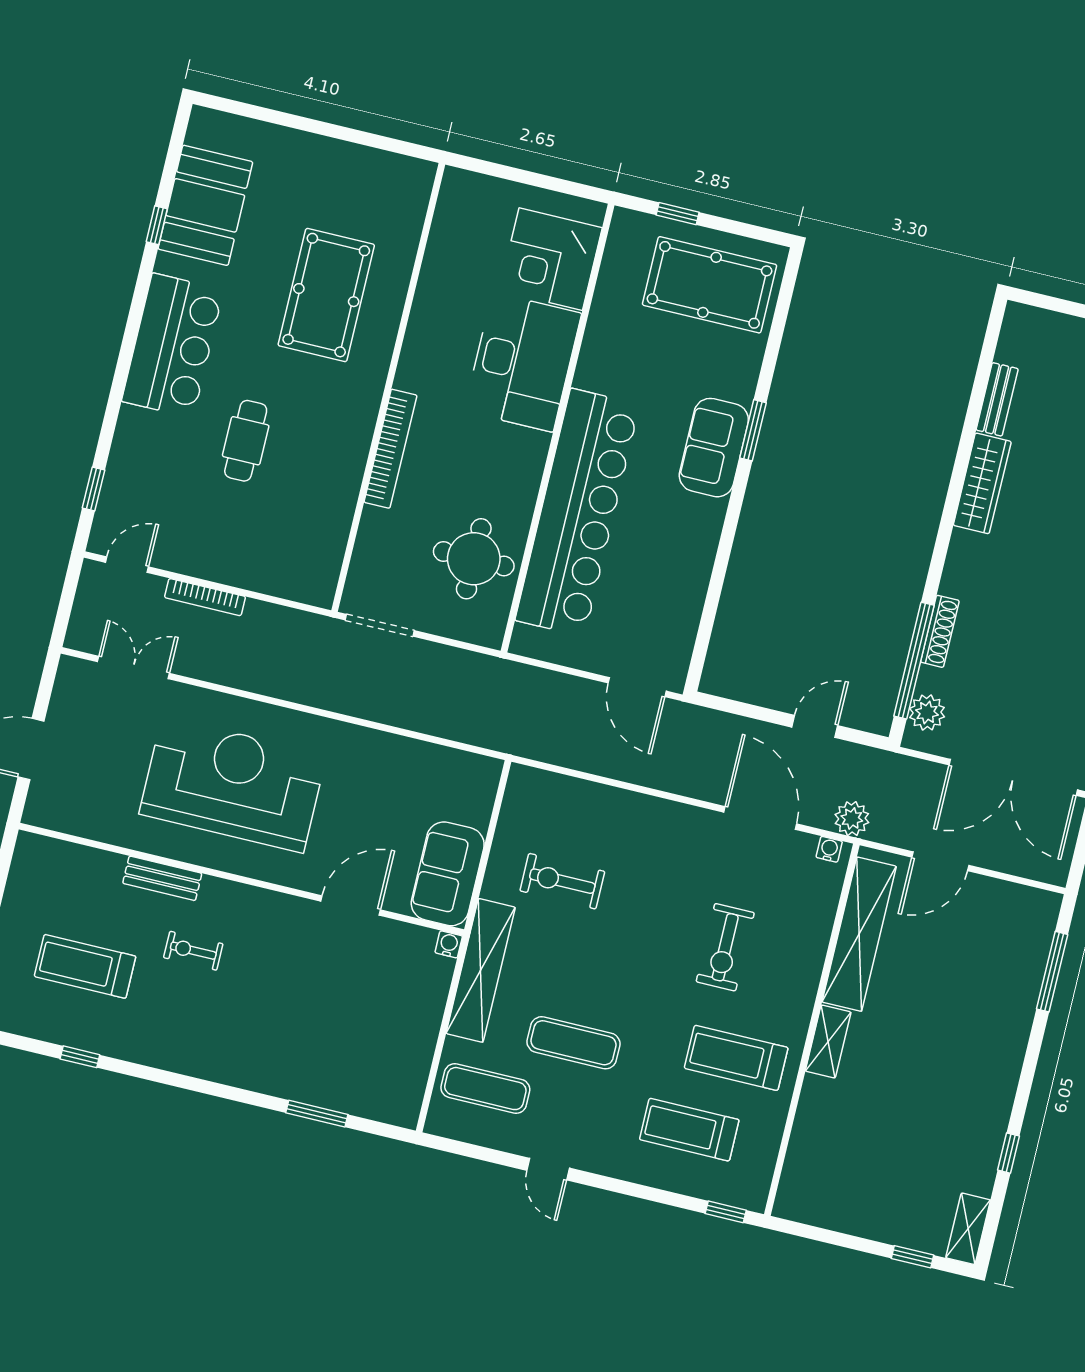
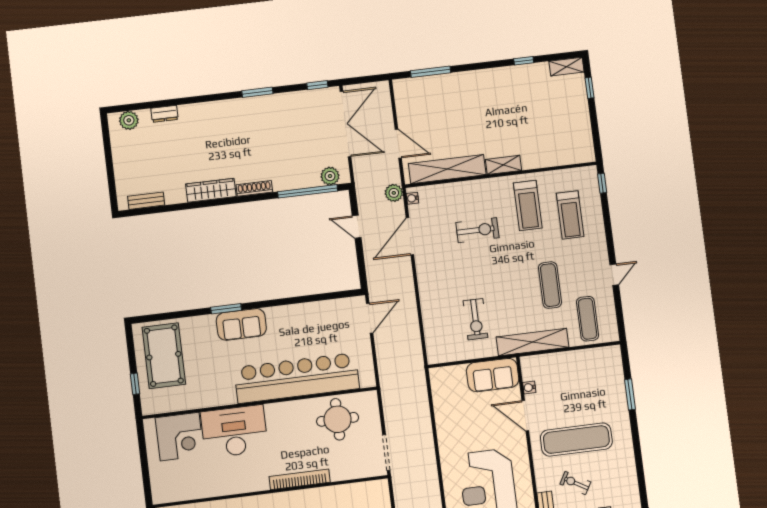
bench: (997, 399) -> (146, 201), moved
shoe rack: (940, 631) -> (254, 188), moved
water cooler: (449, 944) -> (529, 387), moved
exercise bike: (193, 951) -> (575, 483), turned 120
exercise mat: (272, 983) -> (576, 440), added

